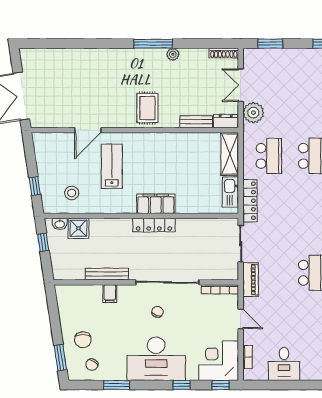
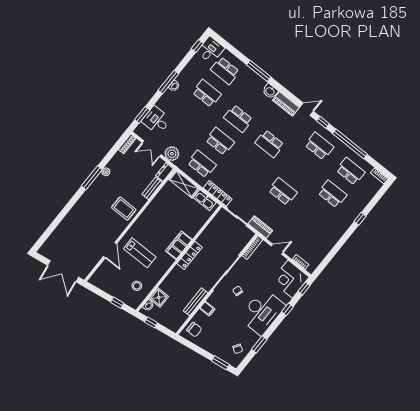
lab bench: (112, 166) -> (140, 253), turned 180
chair: (83, 340) -> (194, 330), moved
desk: (284, 364) -> (156, 120), moved, turned 180

